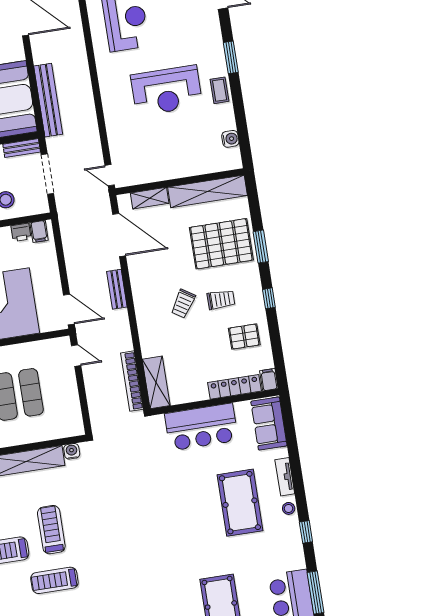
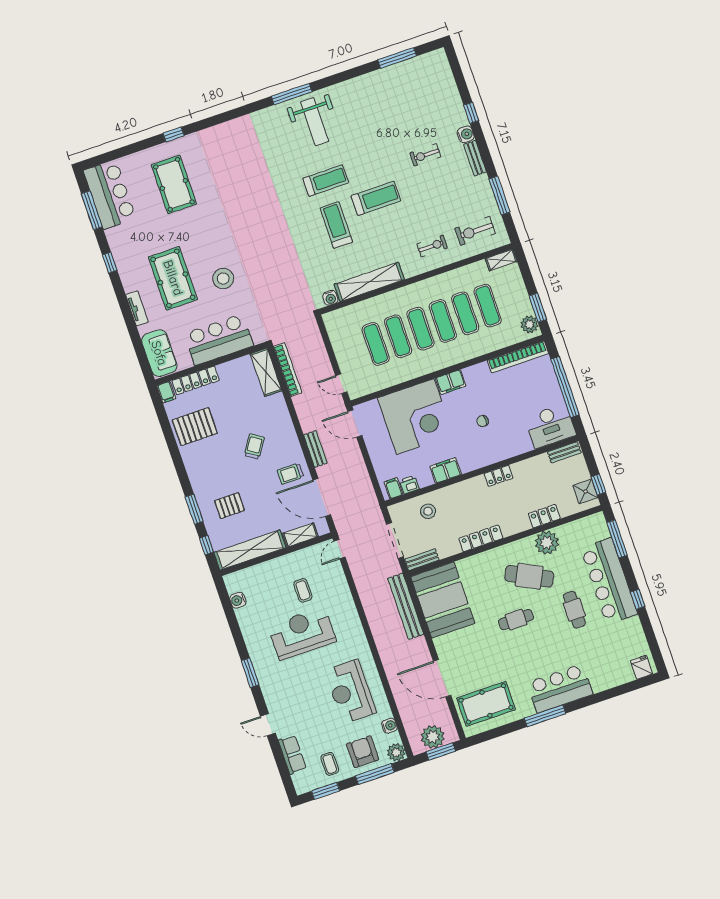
coffee table: (220, 90) -> (303, 590), moved
door: (110, 175) -> (339, 549), swing flipped
pallet: (221, 244) -> (229, 506), width x0.49, depth x0.50
window: (269, 298) -> (206, 545), moved
trolley: (221, 300) -> (290, 474), moved
pallet: (244, 337) -> (195, 427), width x1.50, depth x1.42
stool: (289, 508) -> (223, 278), moved, width x1.89, depth x1.89
treadmill: (51, 530) -> (336, 225), turned 180

